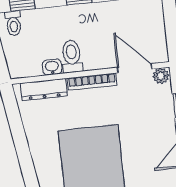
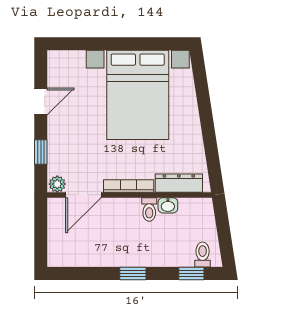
toilet: (72, 56) -> (149, 209), width x0.73, depth x0.72
door: (135, 68) -> (83, 195), hinge flipped

